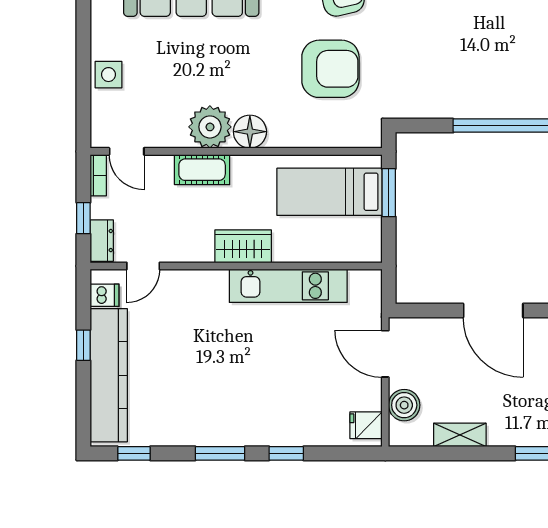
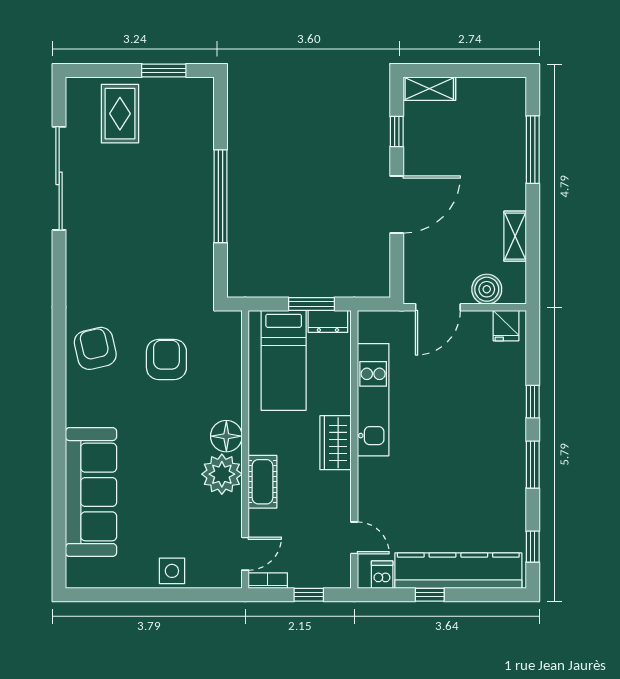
armchair: (330, 69) -> (166, 359), width x0.73, depth x0.73
window: (389, 193) -> (311, 304), moved
dresser: (102, 241) -> (328, 321), moved, turned 180

